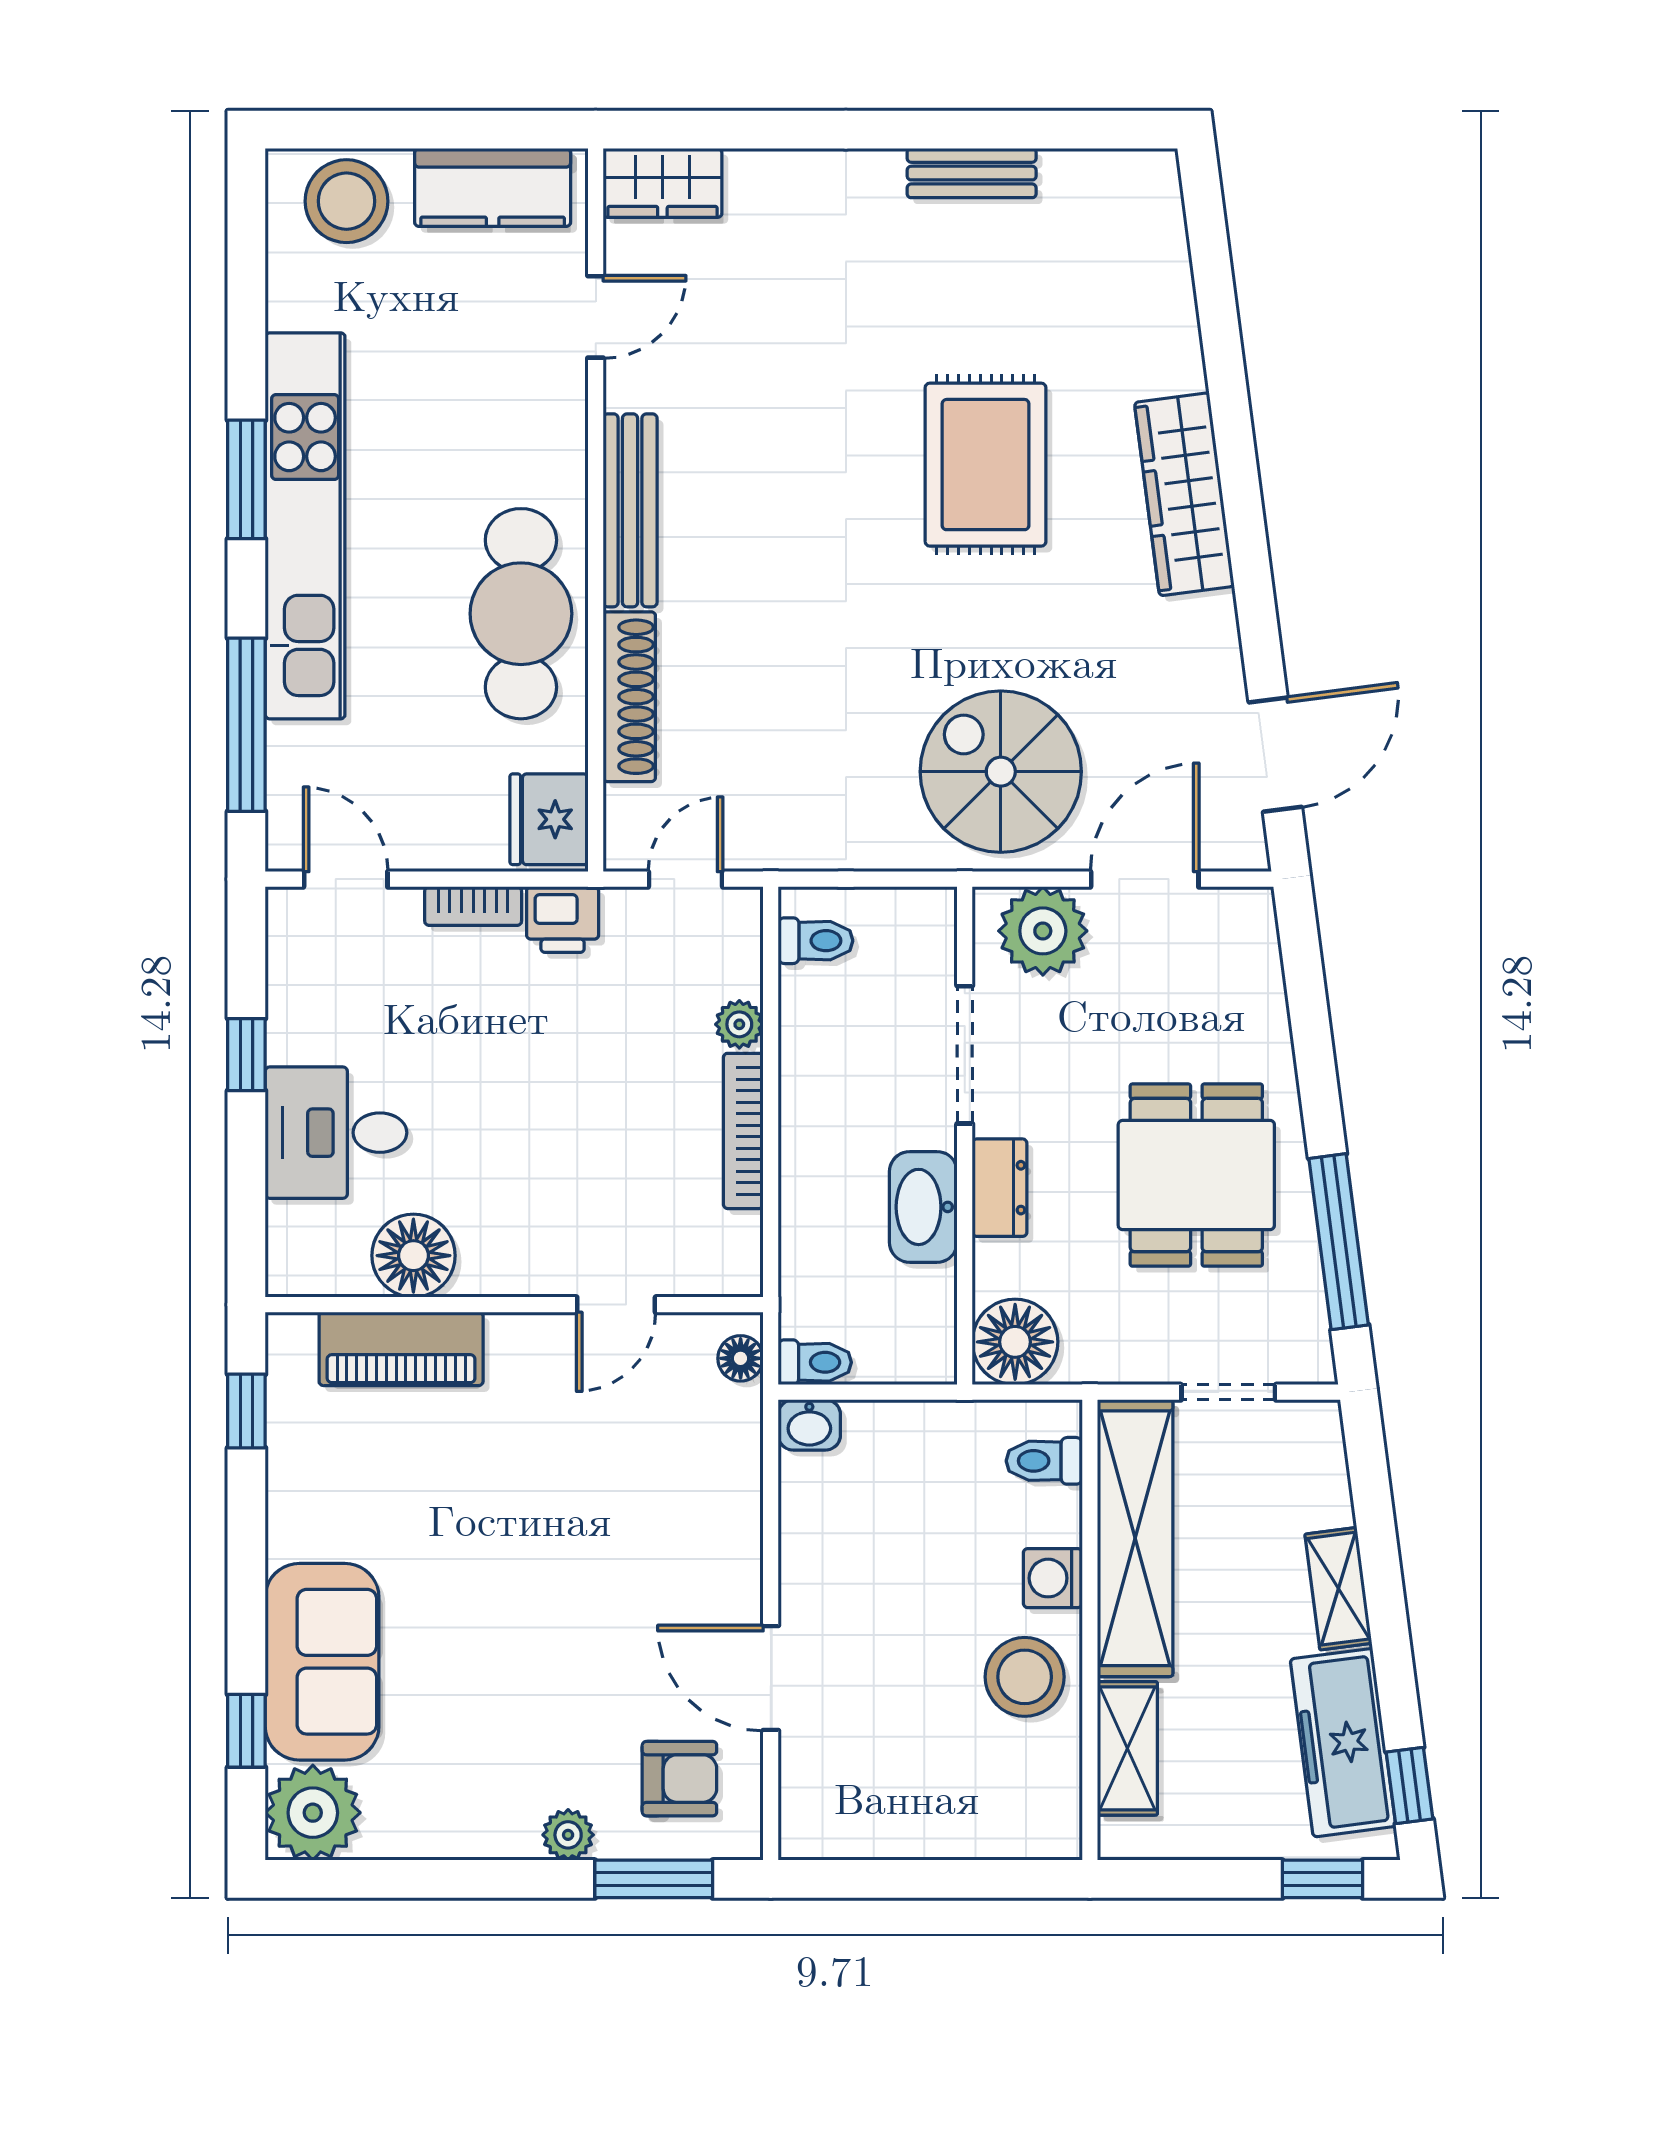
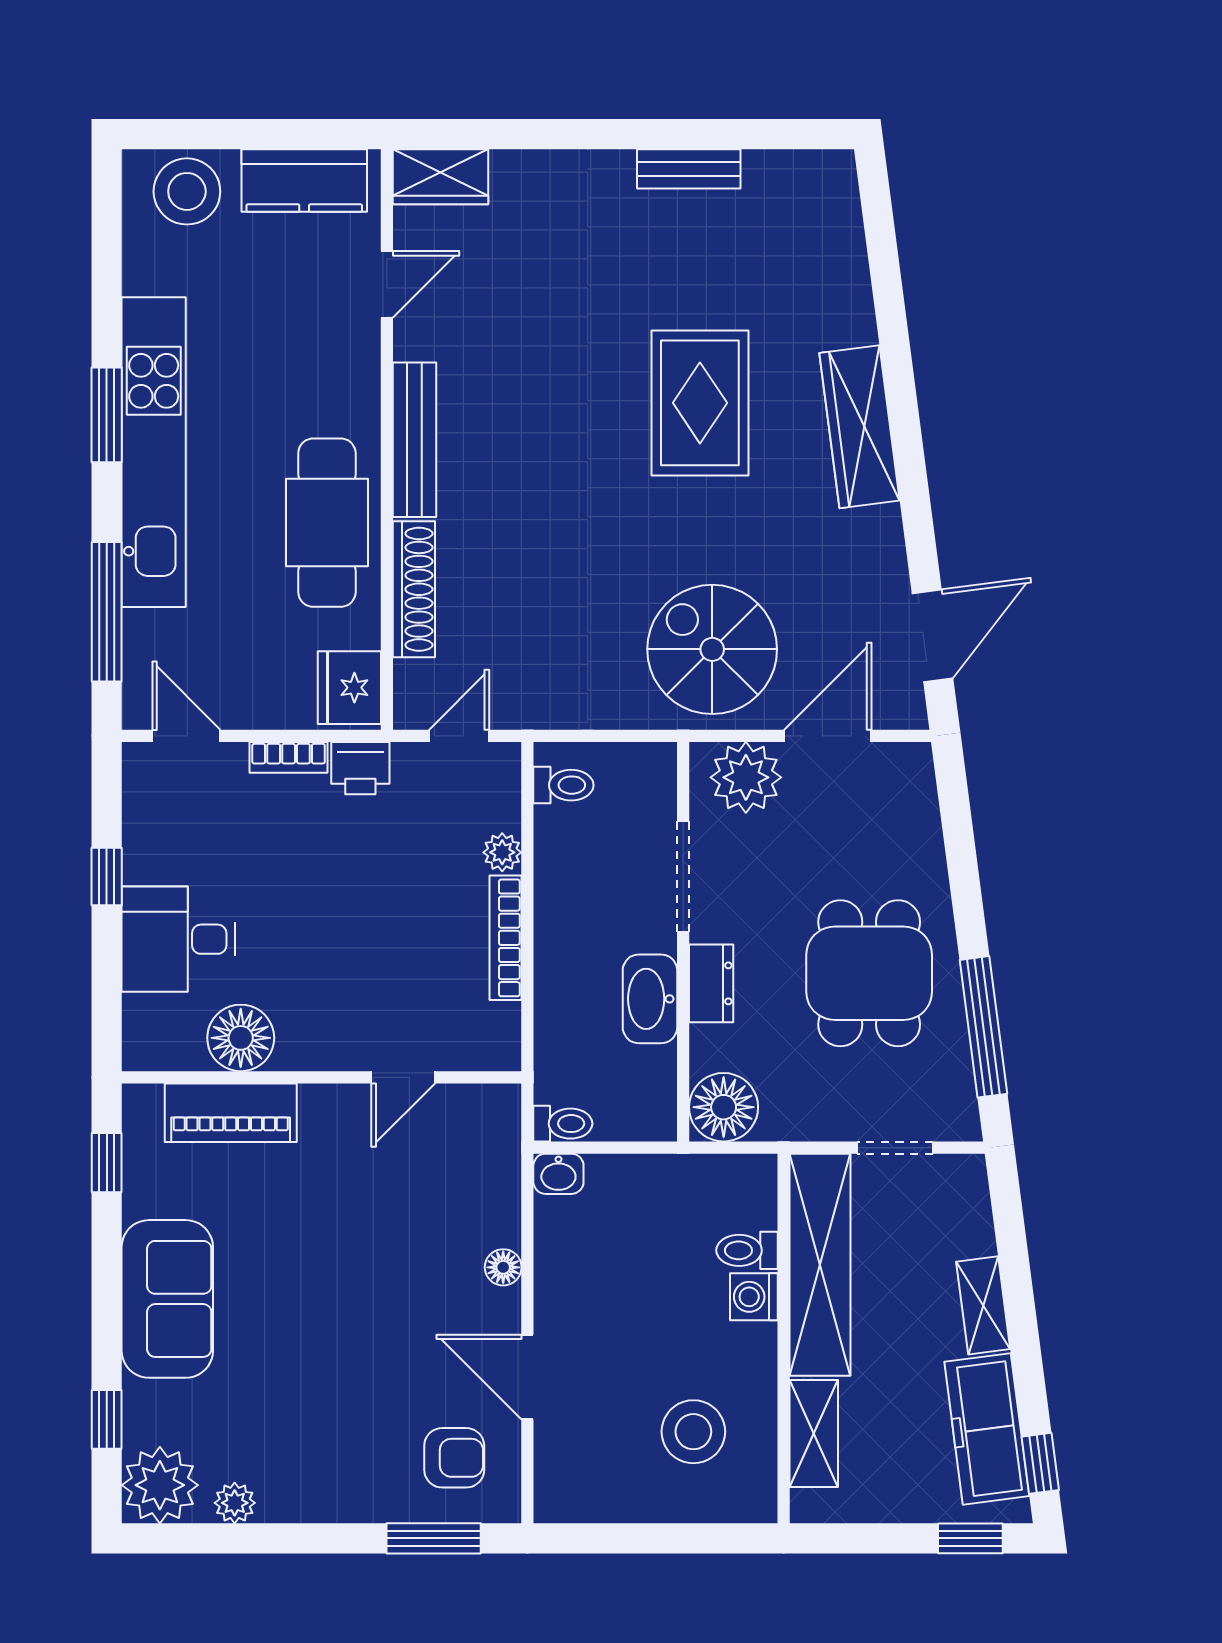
floor lamp: (741, 1358) -> (503, 1267), moved
toilet: (1044, 1461) -> (747, 1250), moved
sofa: (322, 1662) -> (167, 1299), moved
stool: (1025, 1677) -> (693, 1432), moved
plant: (568, 1835) -> (235, 1503), moved

